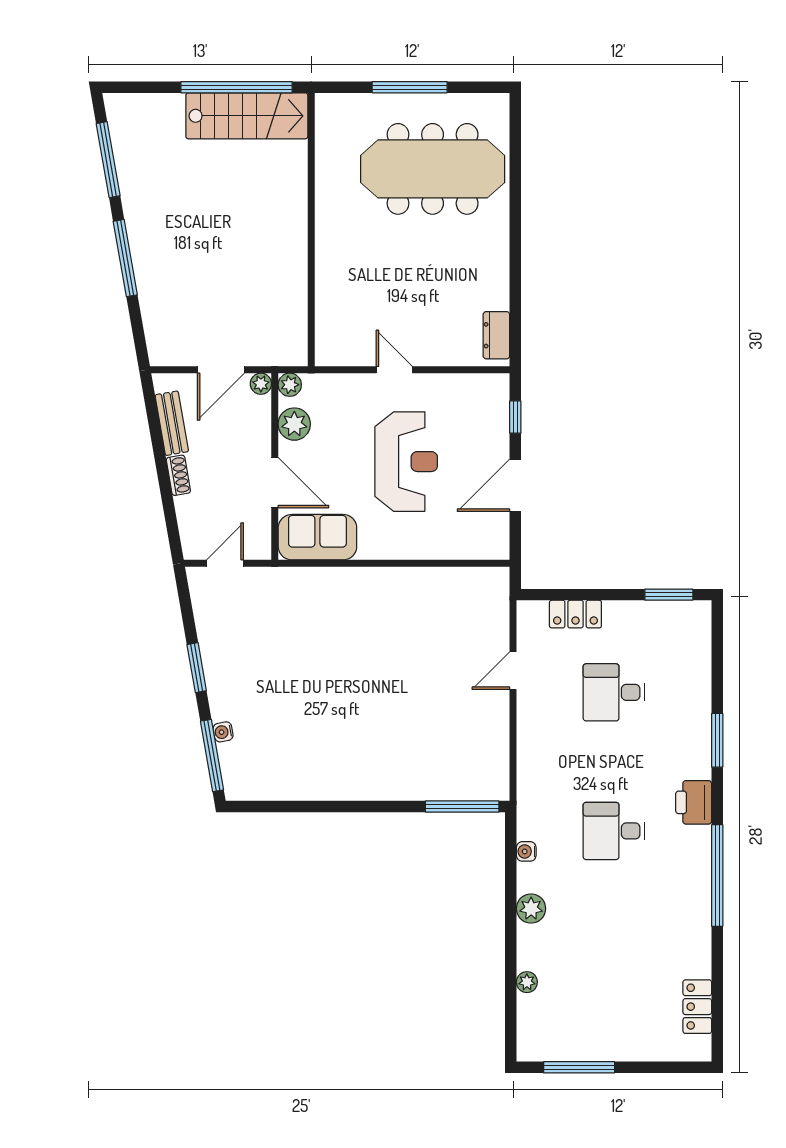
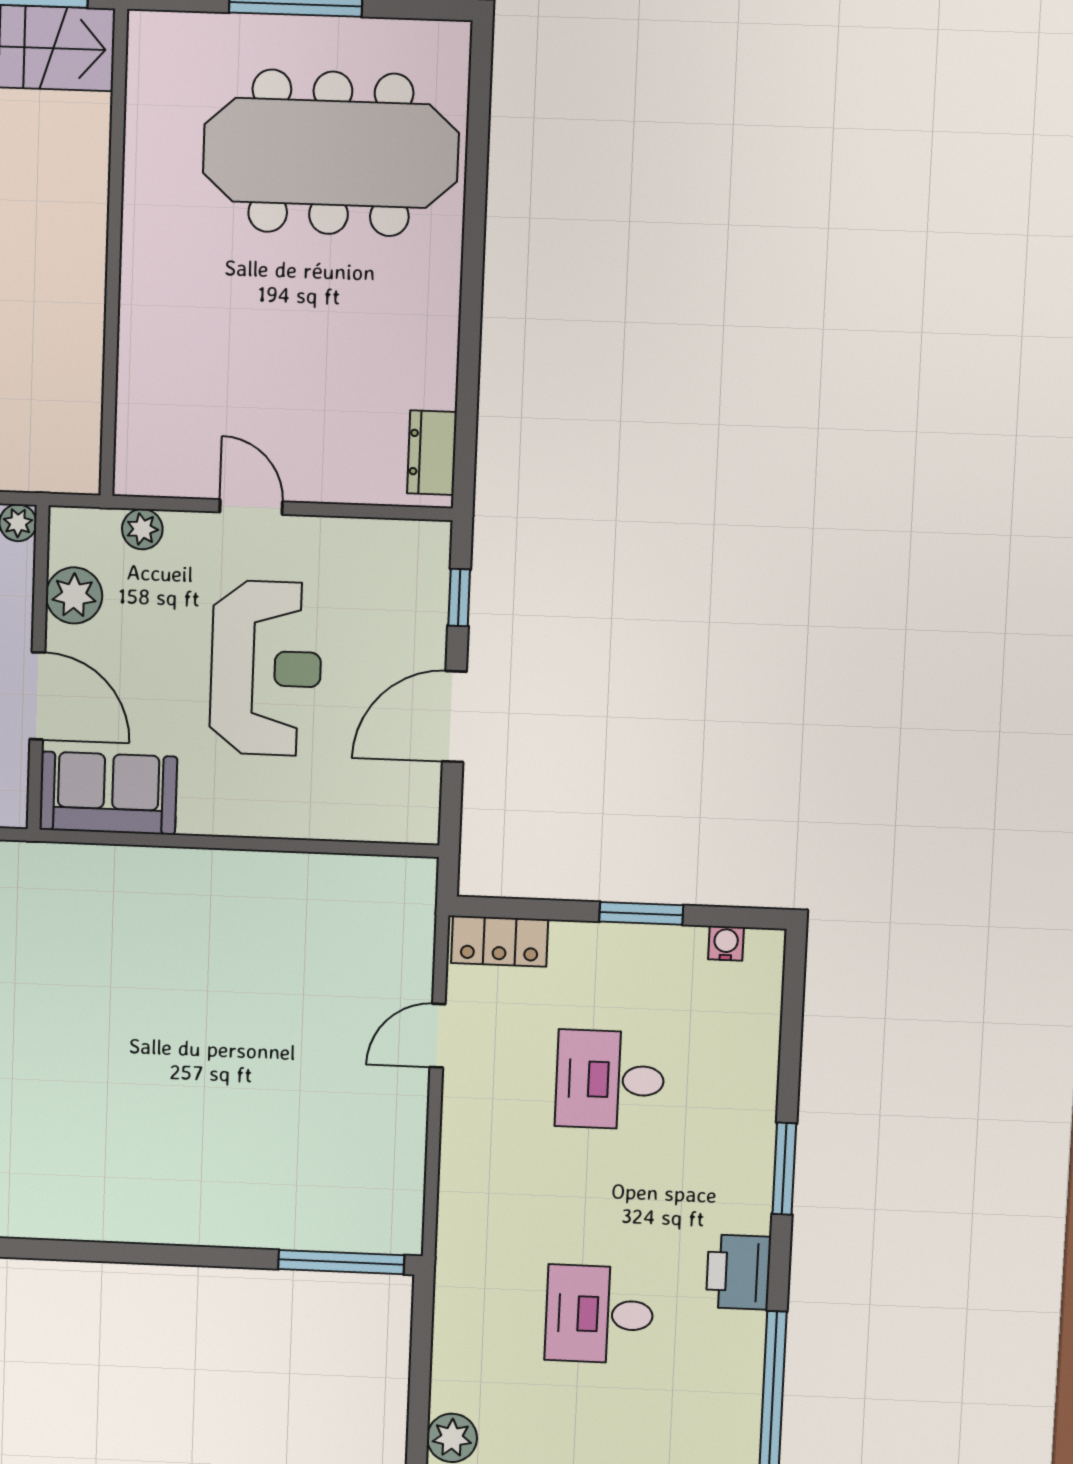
plant: (290, 385) -> (142, 529), moved
window: (669, 595) -> (641, 913), moved
locker: (575, 614) -> (500, 941), moved
water cooler: (526, 851) -> (726, 943), moved, turned 90

